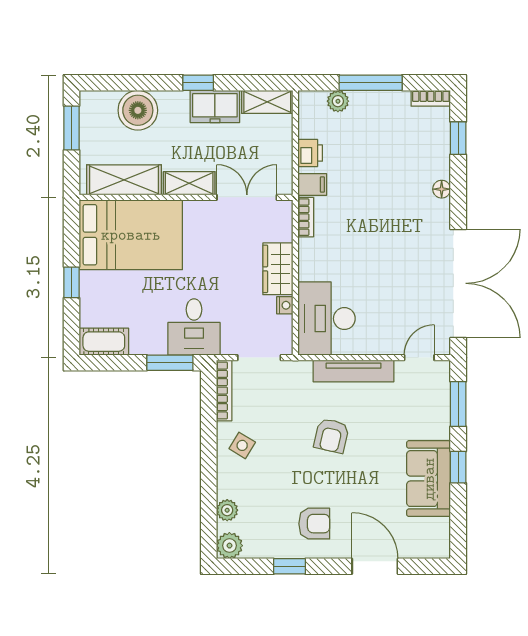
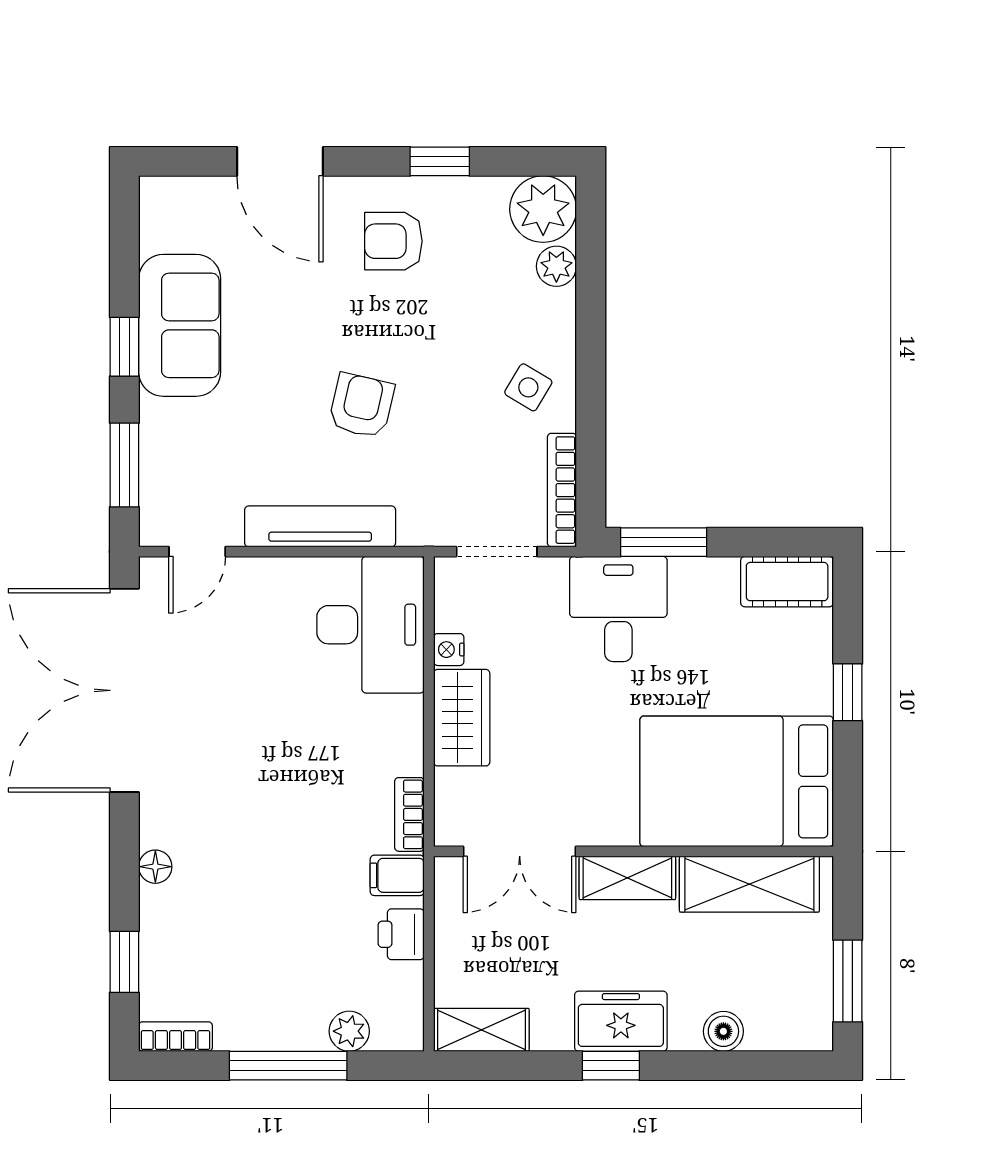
freezer: (215, 107) -> (621, 1021), moved
boiler: (138, 110) -> (723, 1031), width x0.54, depth x0.54
plant: (229, 546) -> (543, 209), width x1.36, depth x1.36

